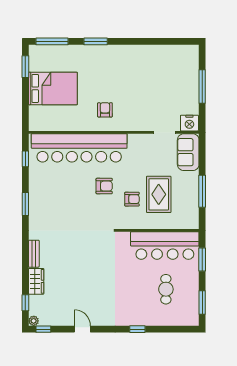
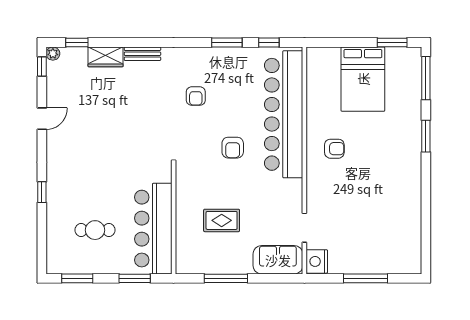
rug: (159, 194) -> (222, 220), width x0.73, depth x0.70
armchair: (132, 199) -> (196, 96), moved
window: (25, 204) -> (227, 43), moved

